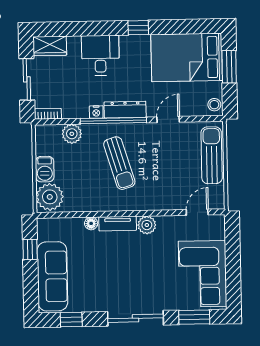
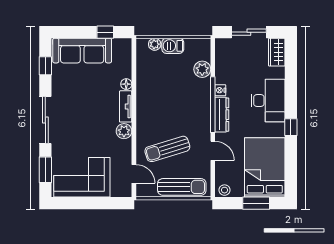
desk: (100, 55) -> (268, 100), width x1.37
bookcase: (48, 114) -> (219, 49), removed
sun lounger: (119, 163) -> (167, 149), moved
plant: (50, 197) -> (155, 44), width x0.53, depth x0.53

